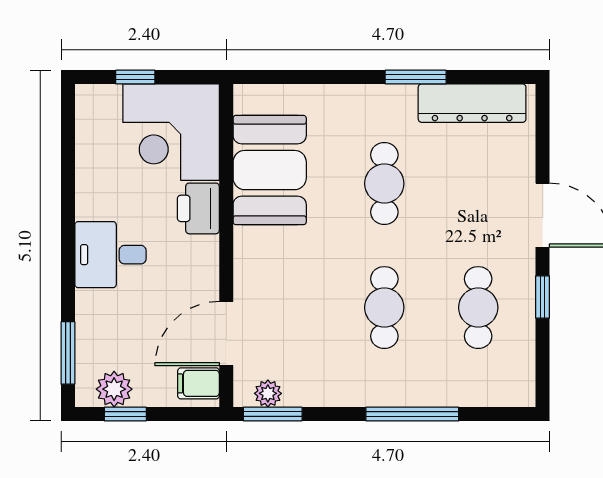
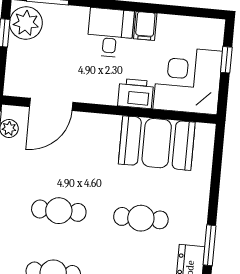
door: (226, 334) -> (51, 104), swing flipped
filing cabinet: (198, 383) -> (145, 26), moved, turned 180
plant: (114, 389) -> (26, 23), width x1.36, depth x1.36

